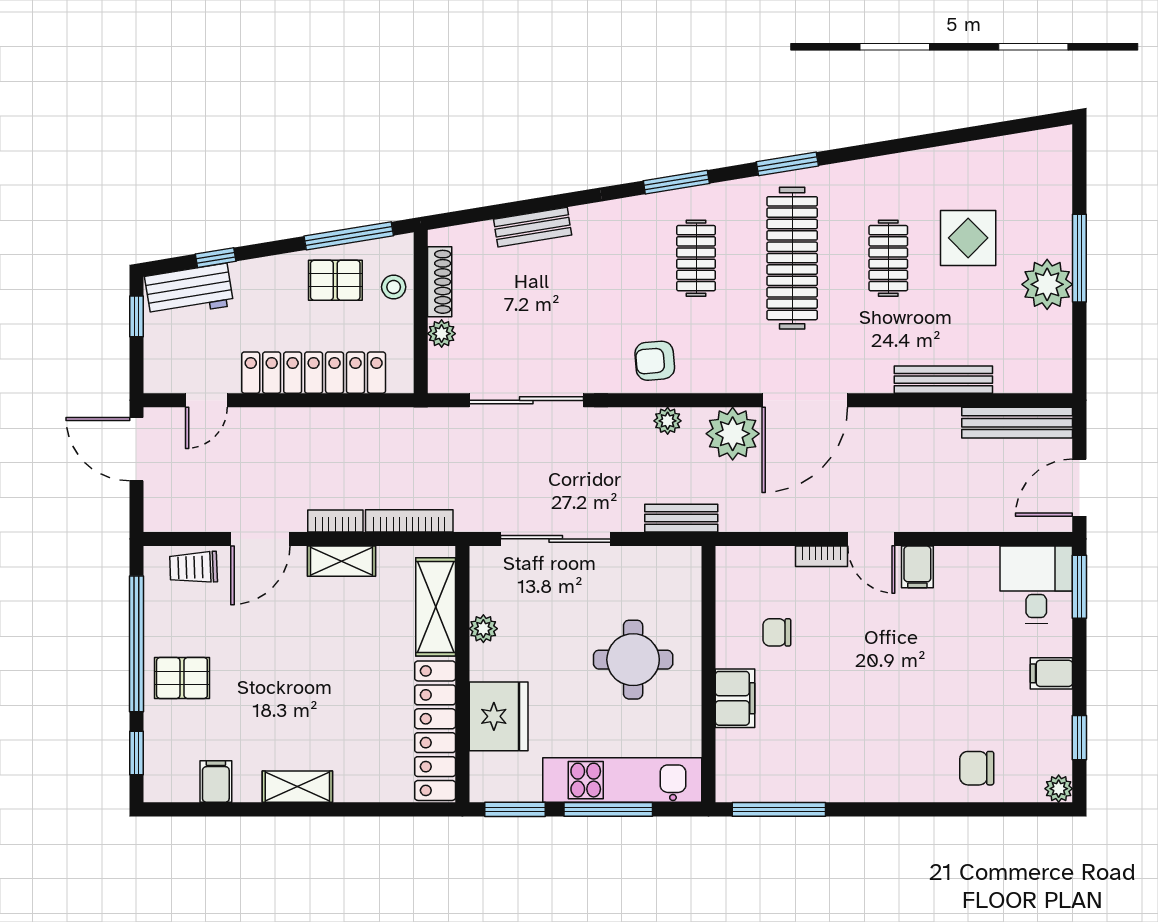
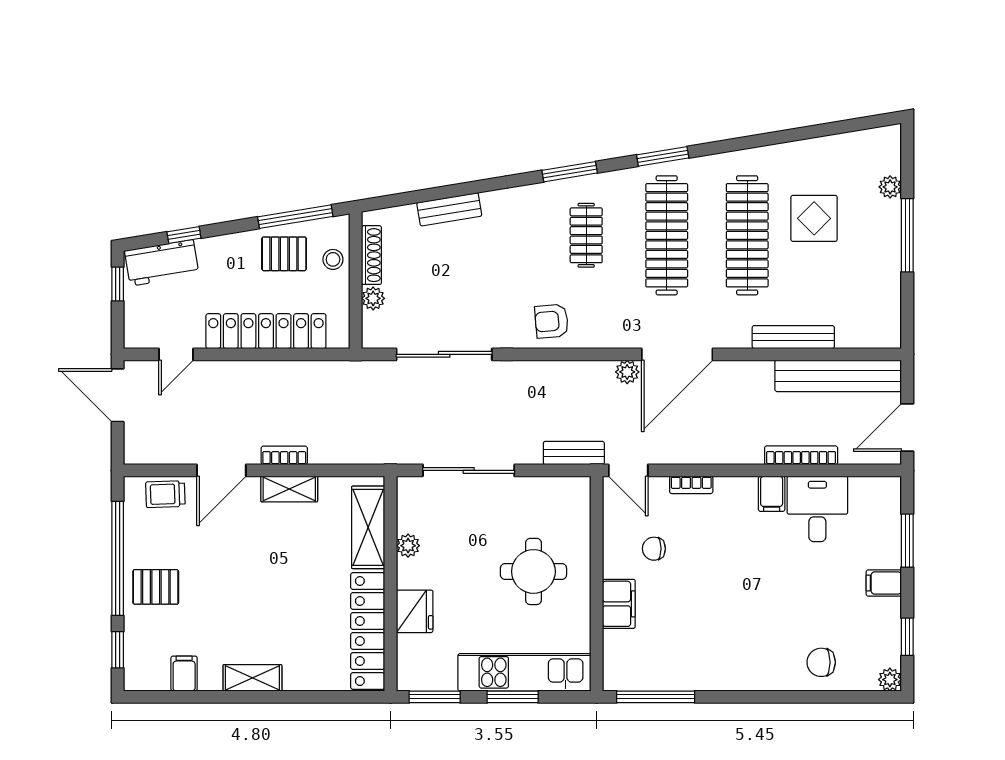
clothes rail: (888, 258) -> (747, 235), width x1.86, depth x1.31
plant: (1047, 284) -> (890, 187), moved, width x0.53, depth x0.53
plant: (668, 421) -> (562, 371), removed
bench: (1017, 423) -> (838, 376), width x1.37, depth x1.21
plant: (733, 434) -> (627, 372), width x0.53, depth x0.53
bookcase: (409, 521) -> (801, 455), moved
door: (871, 539) -> (628, 470), moved
desk: (1036, 585) -> (817, 509), moved
window: (1079, 587) -> (907, 541), moved
fridge: (499, 716) -> (415, 611), width x0.73, depth x0.75
window: (608, 809) -> (513, 697), width x0.69

